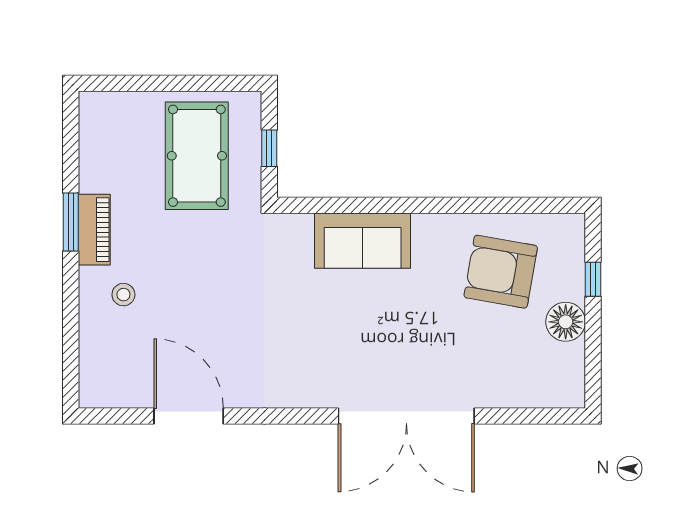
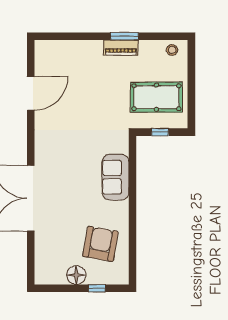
stool: (123, 295) -> (172, 50), moved

